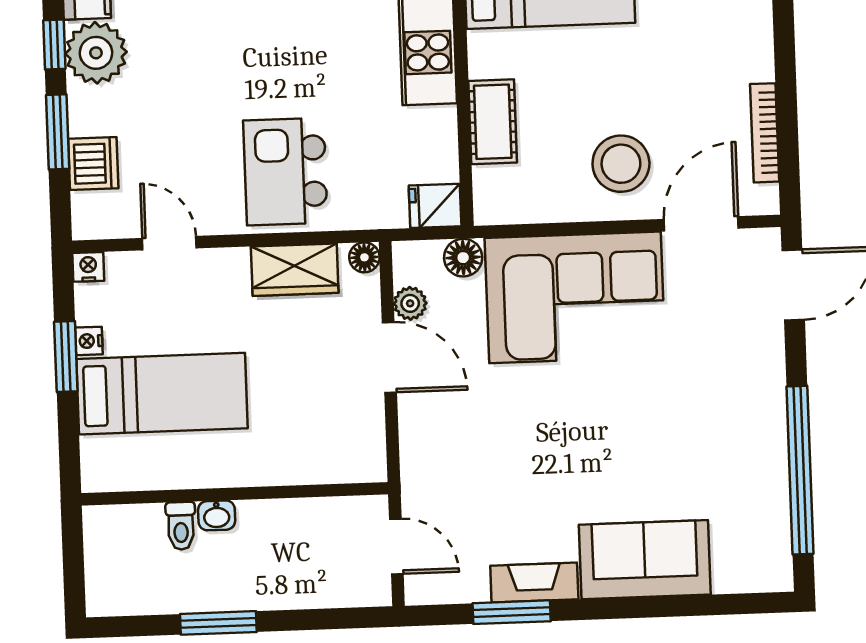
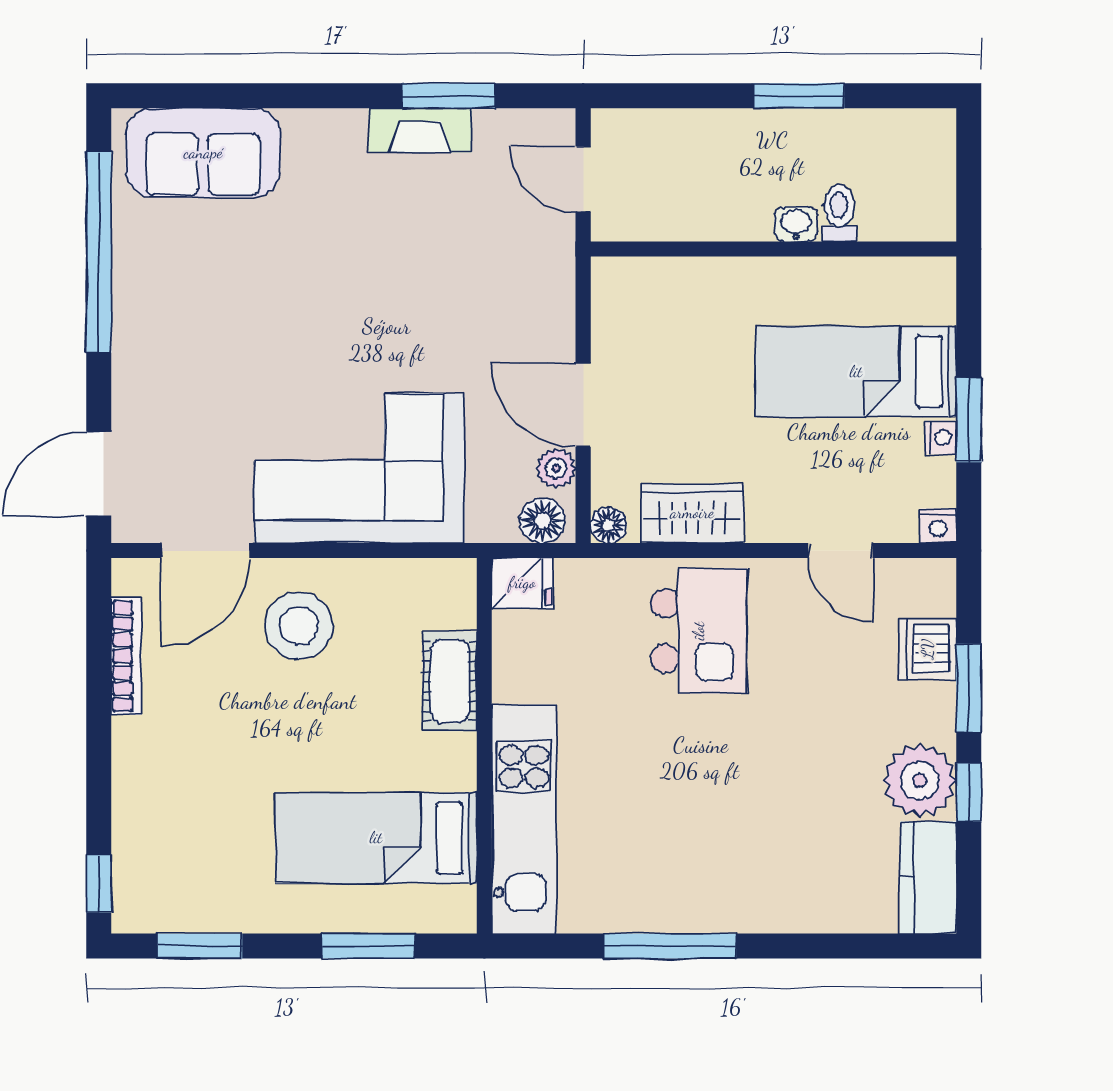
floor lamp: (463, 258) -> (543, 521), moved
sofa: (645, 560) -> (203, 153), moved

